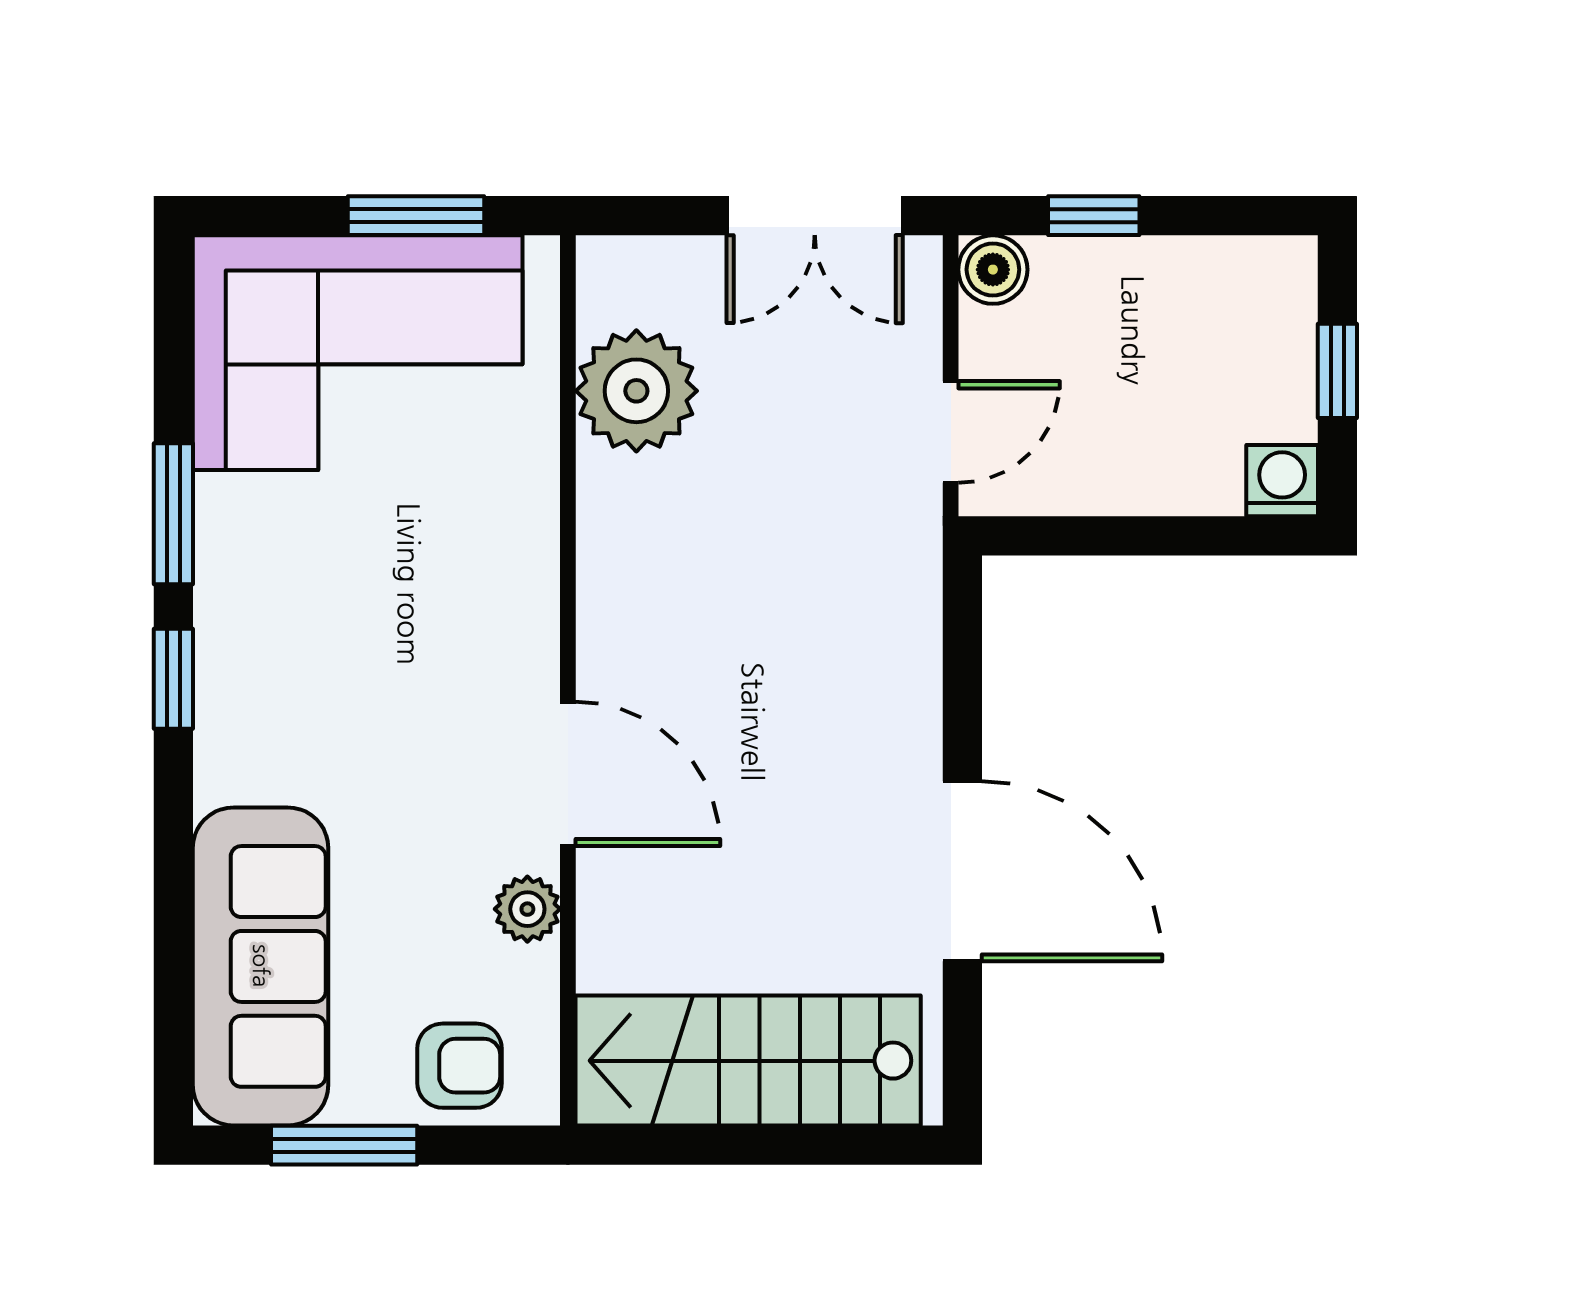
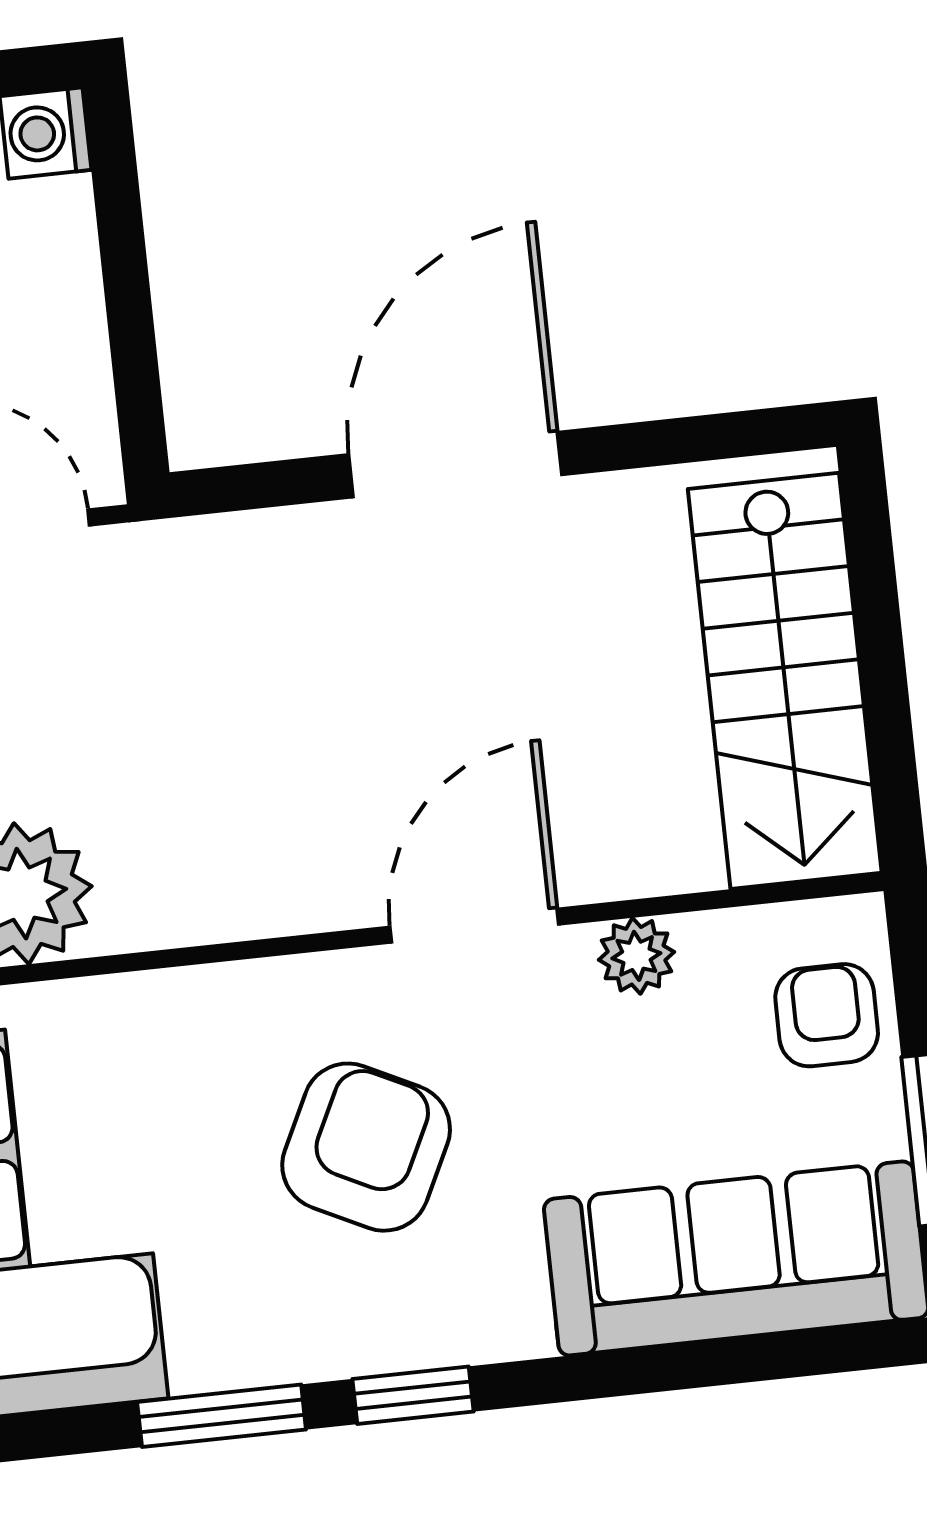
armchair: (389, 661) -> (366, 1147), added
door: (962, 871) -> (455, 465), moved

